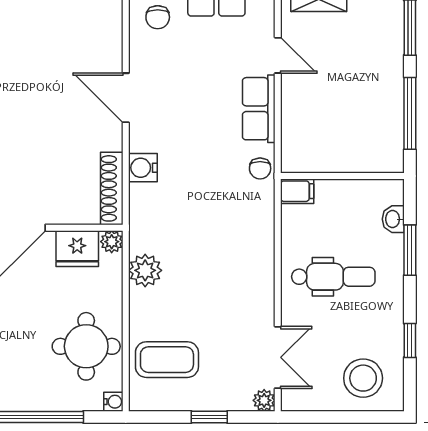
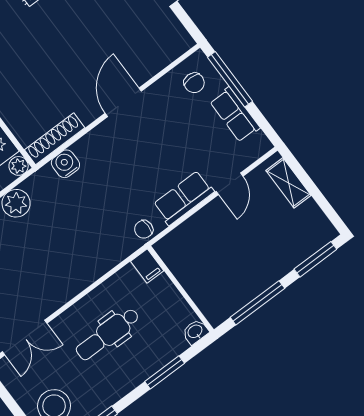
chair: (158, 17) -> (194, 83), turned -90
water cooler: (143, 168) -> (65, 164), moved
washbasin: (393, 219) -> (195, 332), moved
dental chair: (333, 277) -> (108, 334), turned 90

